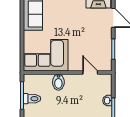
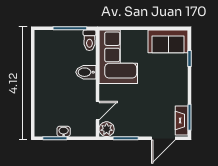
plant: (106, 65) -> (107, 129), added
toilet: (32, 99) -> (89, 40), moved

